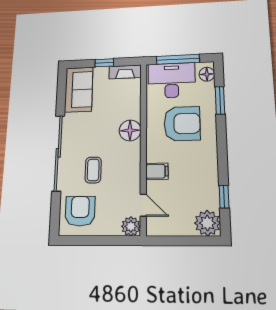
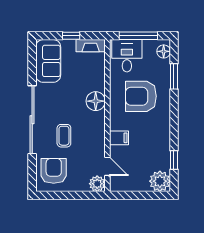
desk: (172, 80) -> (127, 56), width x0.73
armchair: (182, 124) -> (141, 96), turned 180

